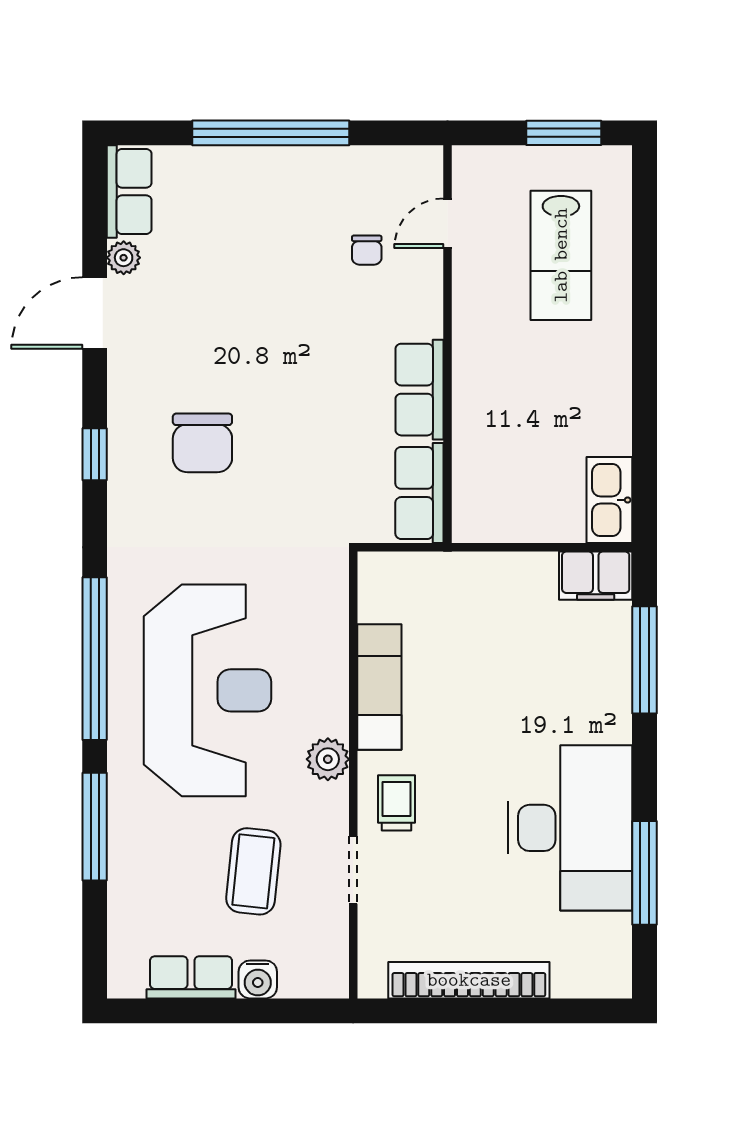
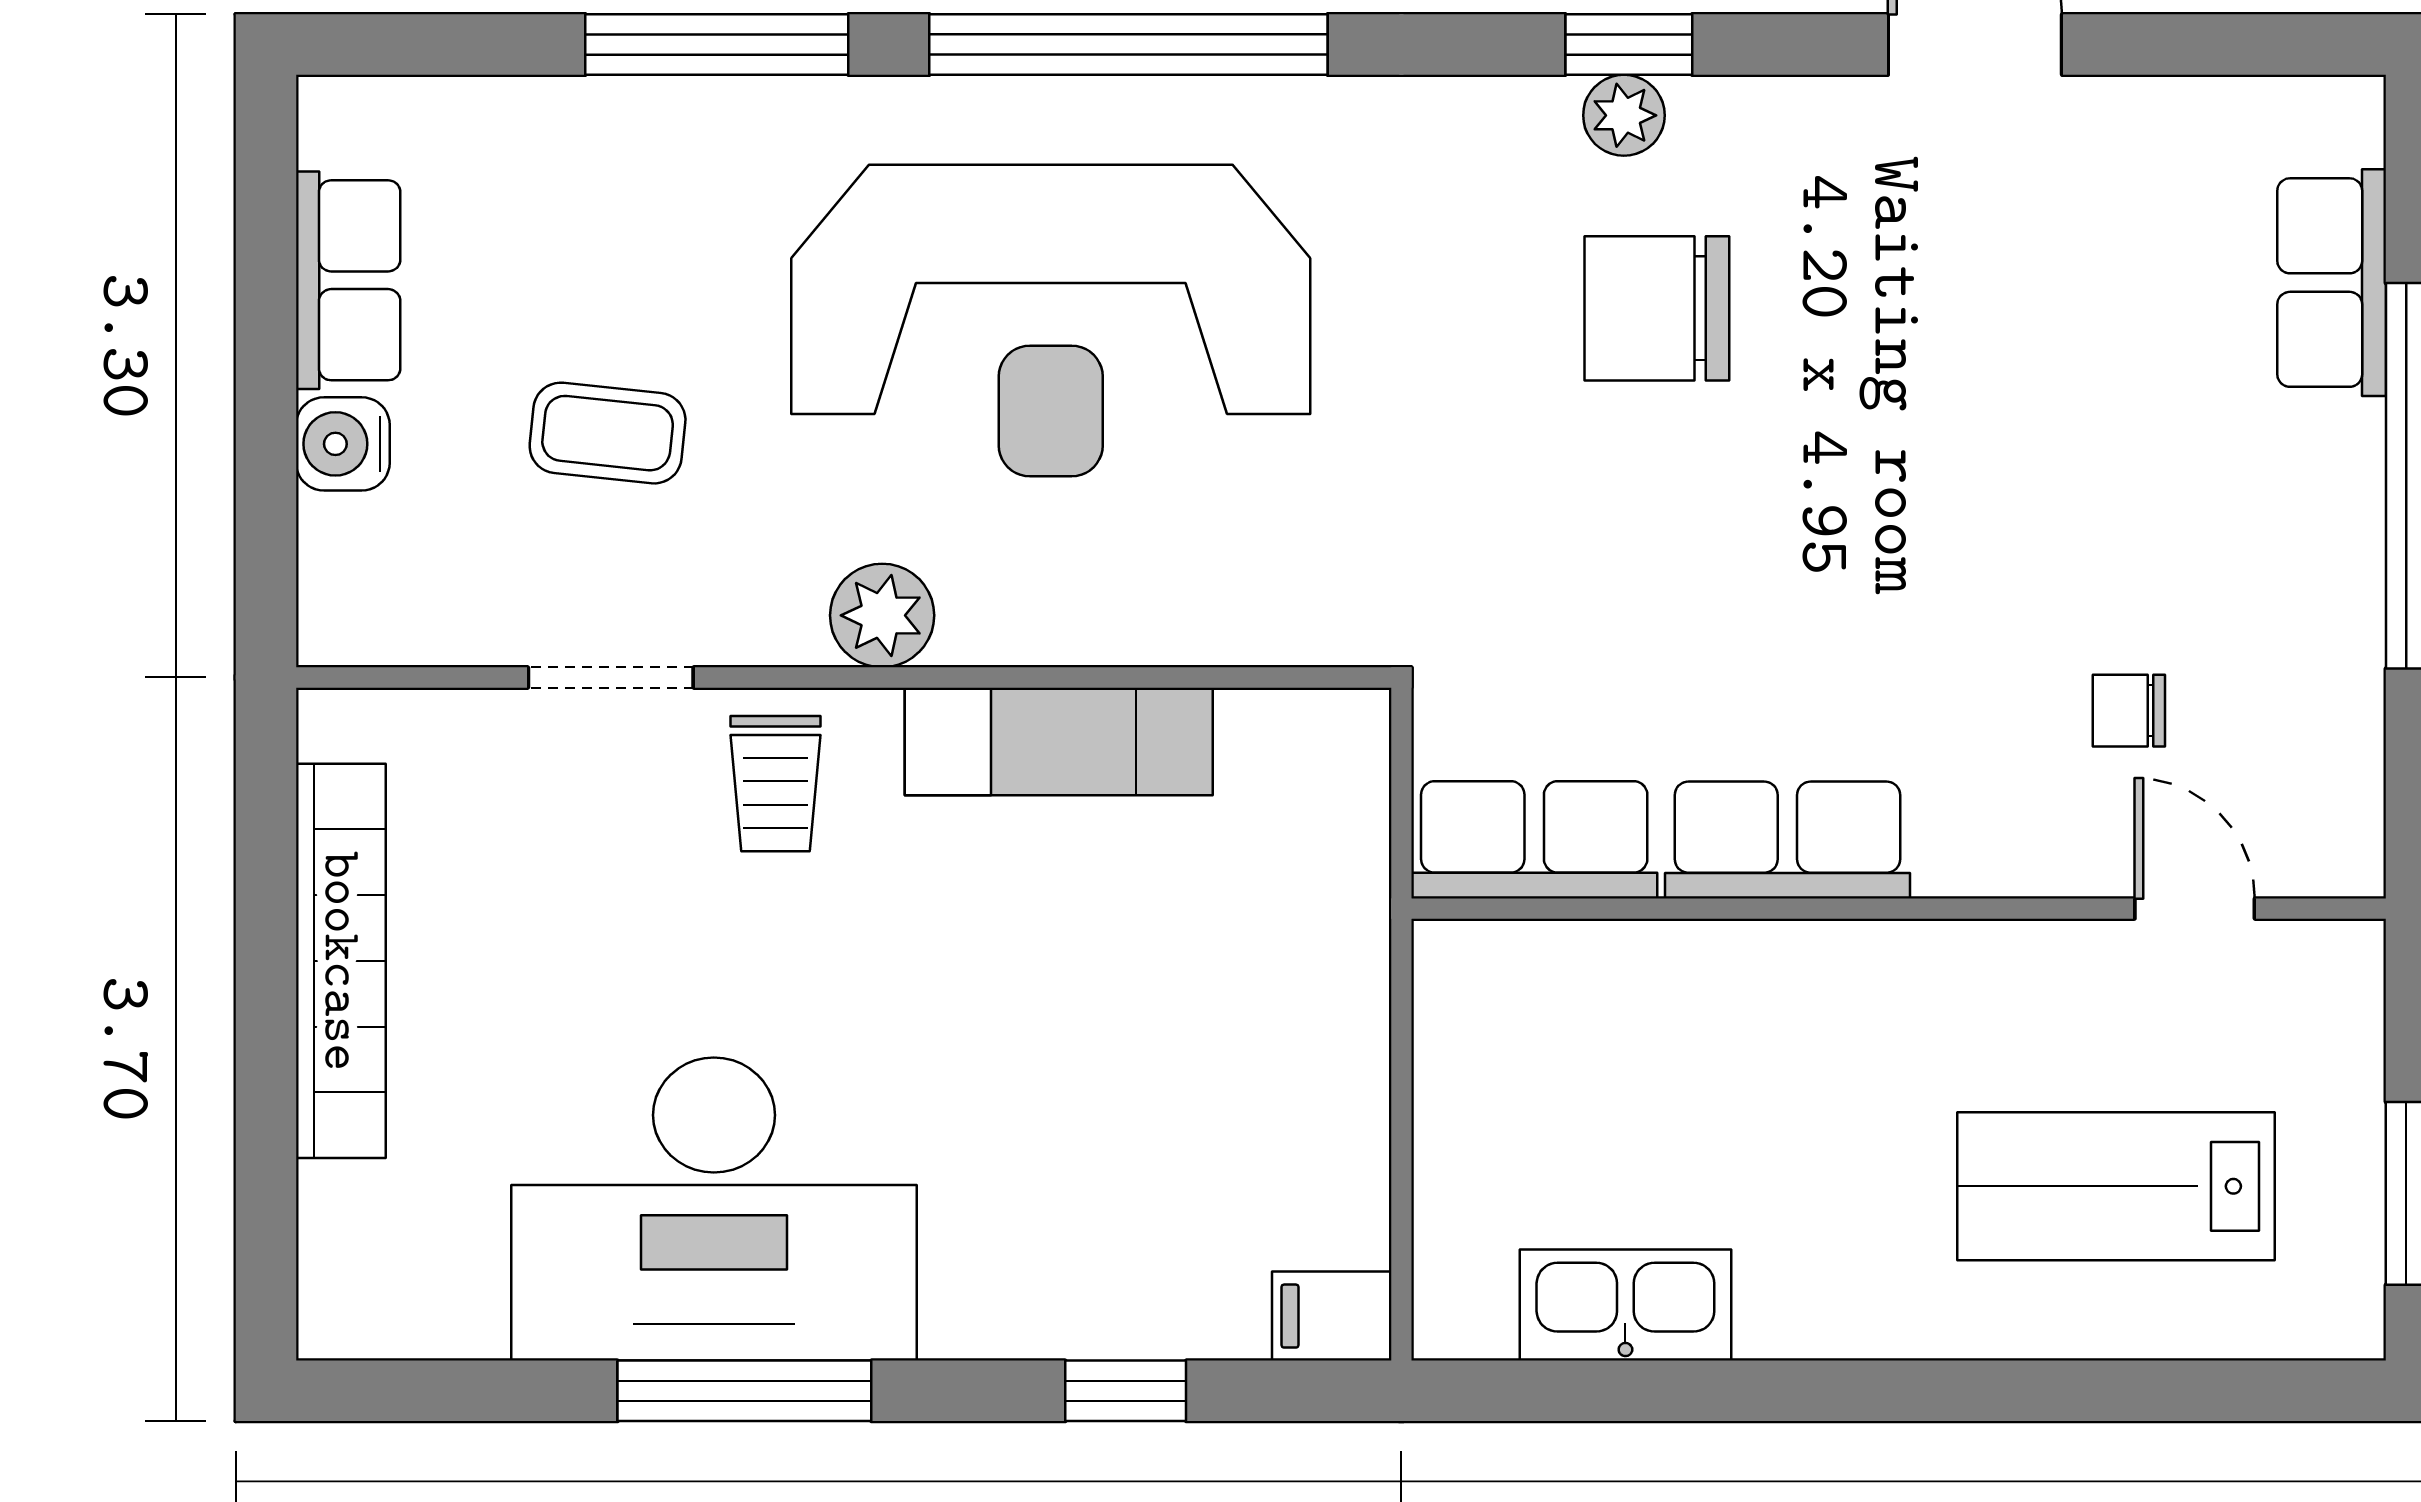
row of seats: (129, 191) -> (2332, 283), moved, turned 90
plant: (124, 258) -> (1624, 115), moved
kitchen sink: (609, 500) -> (1625, 1305), moved
filing cabinet: (596, 576) -> (1332, 1316), width x0.50
window: (644, 660) -> (1126, 1391), width x0.46
trolley: (397, 803) -> (775, 784), turned 90
coffee table: (253, 871) -> (608, 433), width x0.73, depth x0.77
window: (644, 873) -> (744, 1391), moved

